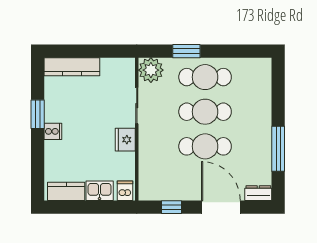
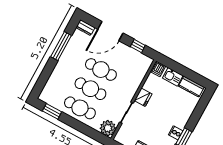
window: (186, 51) -> (52, 111), moved
cooker: (53, 131) -> (176, 133), moved
door: (221, 207) -> (110, 31), hinge flipped

